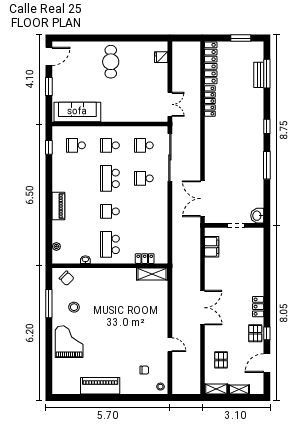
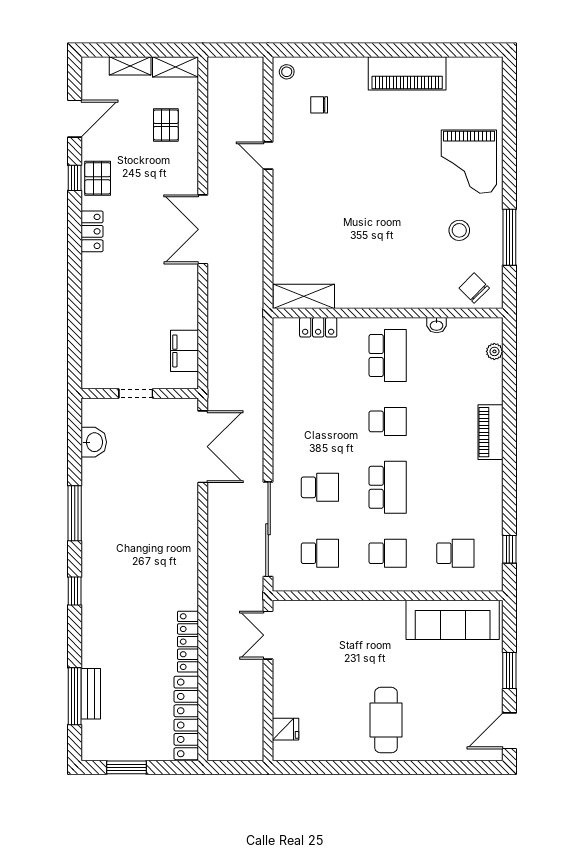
washbasin: (257, 216) -> (94, 442), moved

